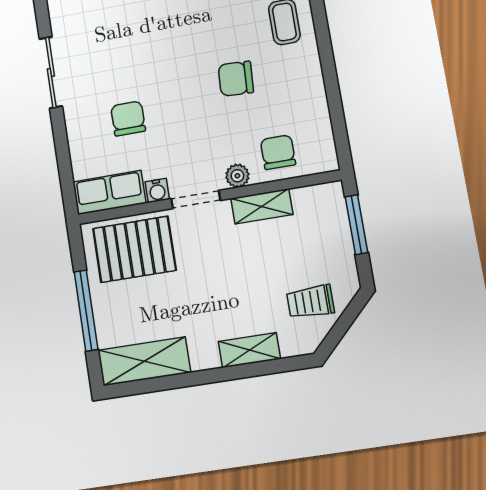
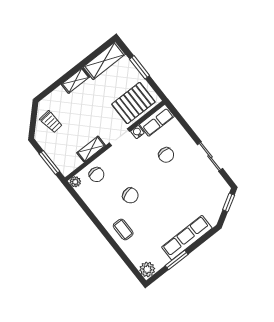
chair: (236, 79) -> (130, 195), turned 69
plant: (237, 176) -> (75, 182), moved
trolley: (310, 302) -> (51, 122), turned 84
window: (86, 311) -> (139, 67), width x0.69
shelving: (249, 350) -> (75, 81), moved

